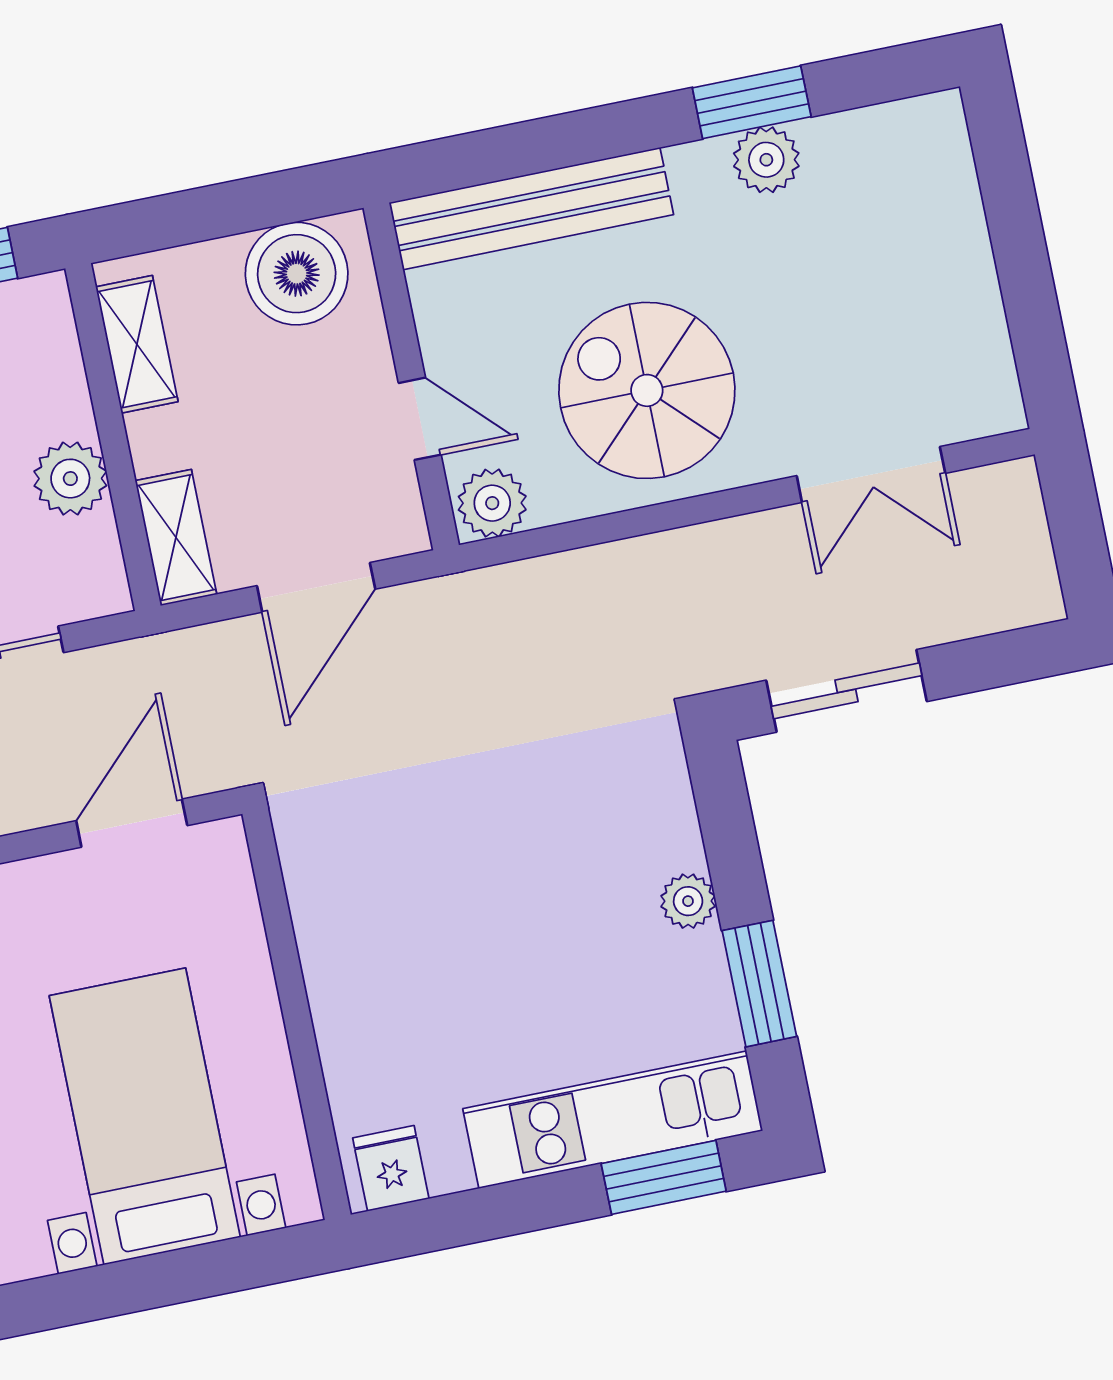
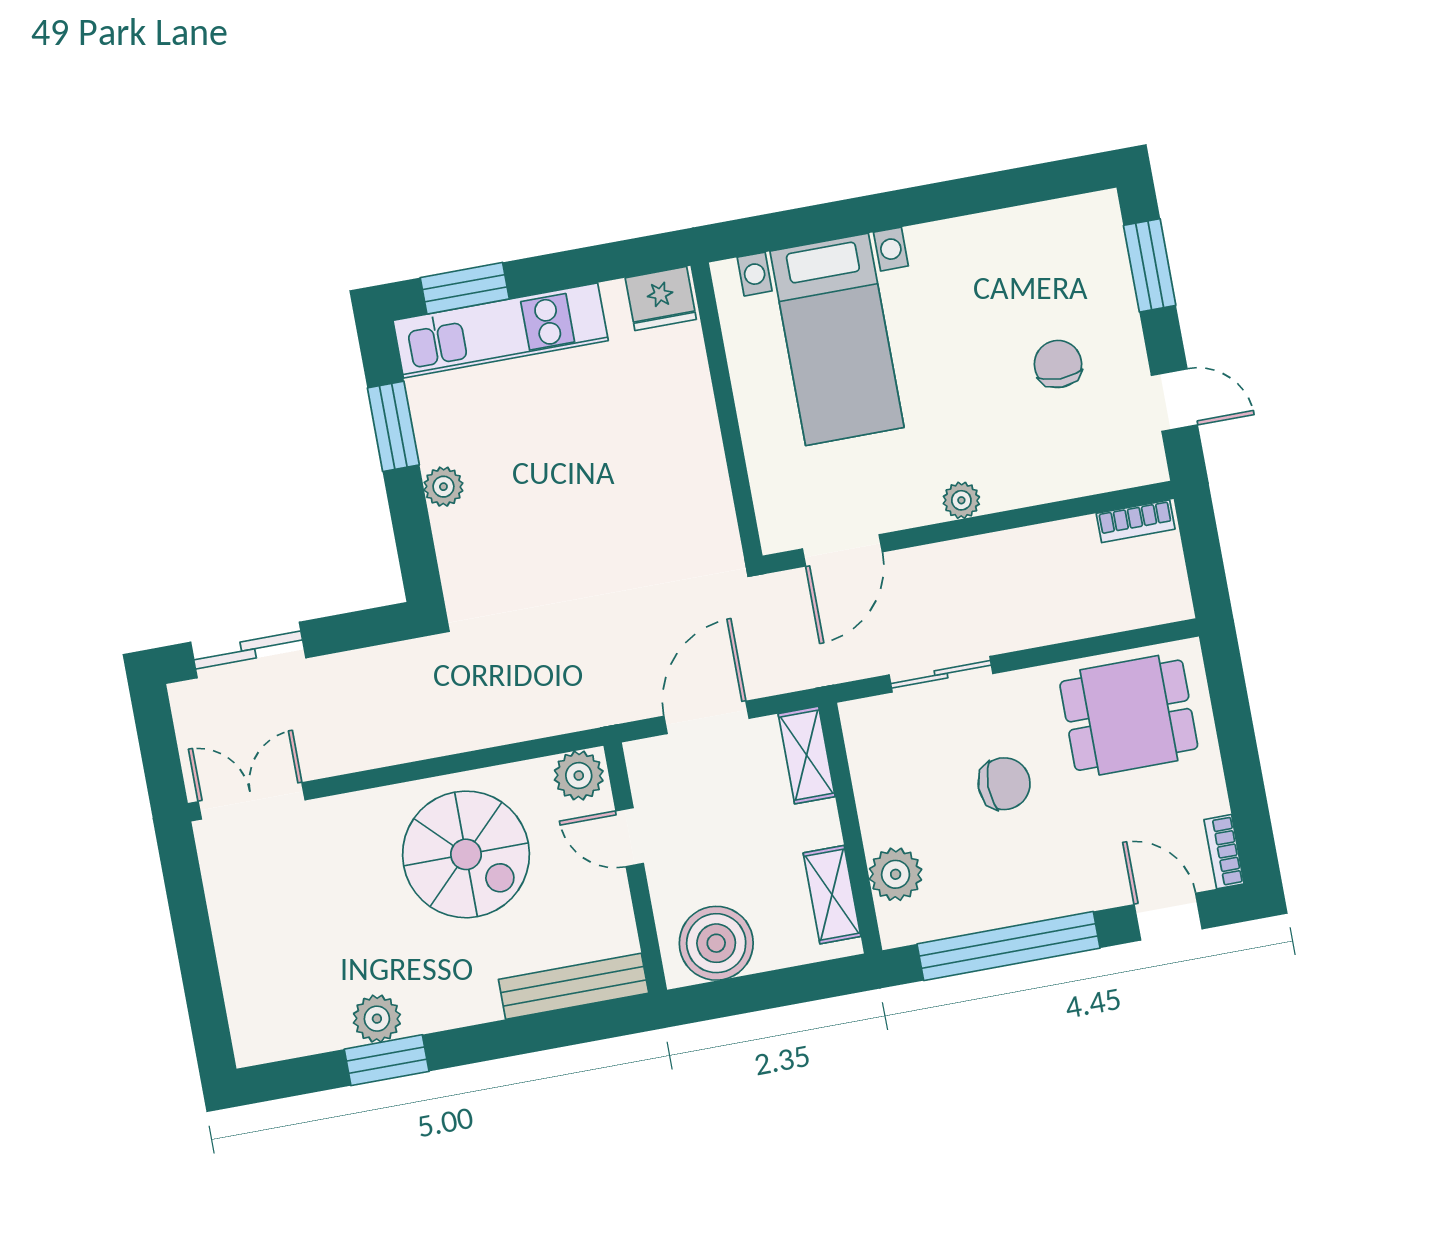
bench: (531, 209) -> (574, 986), width x0.73, depth x0.82
double door: (871, 474) -> (252, 801), moved
plant: (70, 479) -> (896, 874), moved
sliding door: (847, 691) -> (248, 650), moved
fridge: (391, 1168) -> (661, 299), width x1.38

